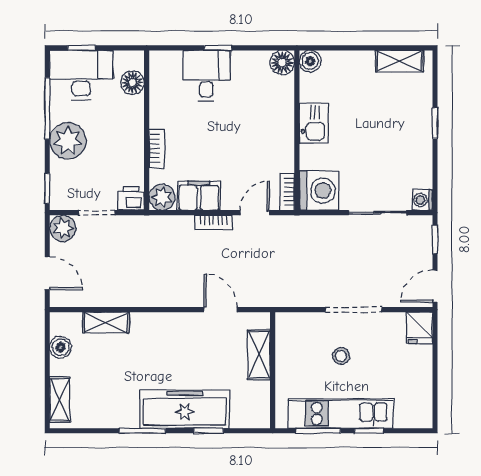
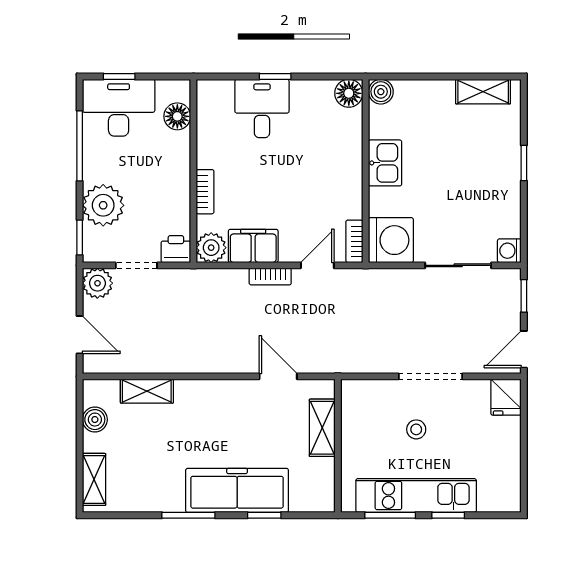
plant: (68, 141) -> (103, 205), moved

